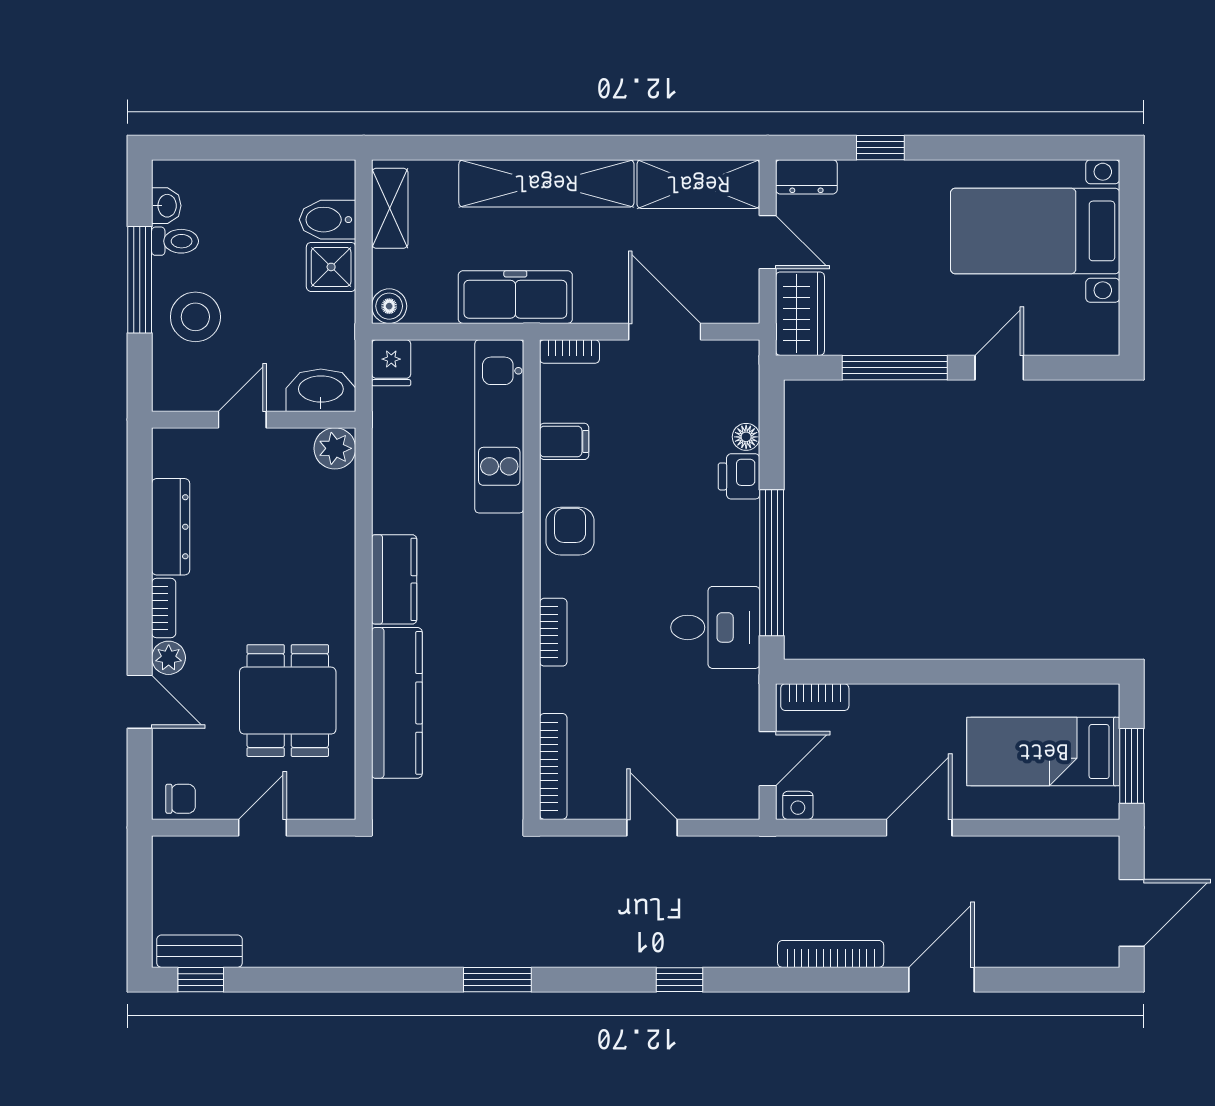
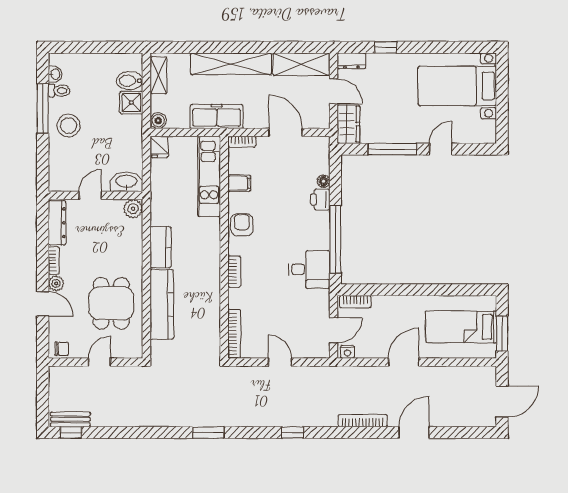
washbasin: (321, 390) -> (127, 182), moved
door: (242, 420) -> (90, 195), moved
wall: (254, 420) -> (95, 195), moved
plant: (335, 448) -> (133, 209), moved

